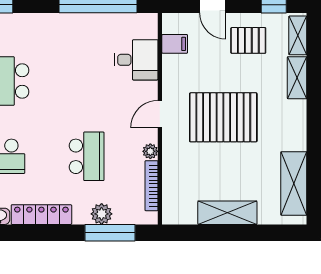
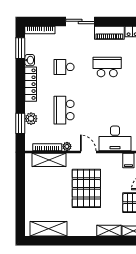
desk: (136, 60) -> (115, 138), width x1.37
school desk: (87, 156) -> (64, 110), turned 90
shelving: (227, 213) -> (49, 160), moved, turned 90
window: (110, 233) -> (20, 123), width x0.69

